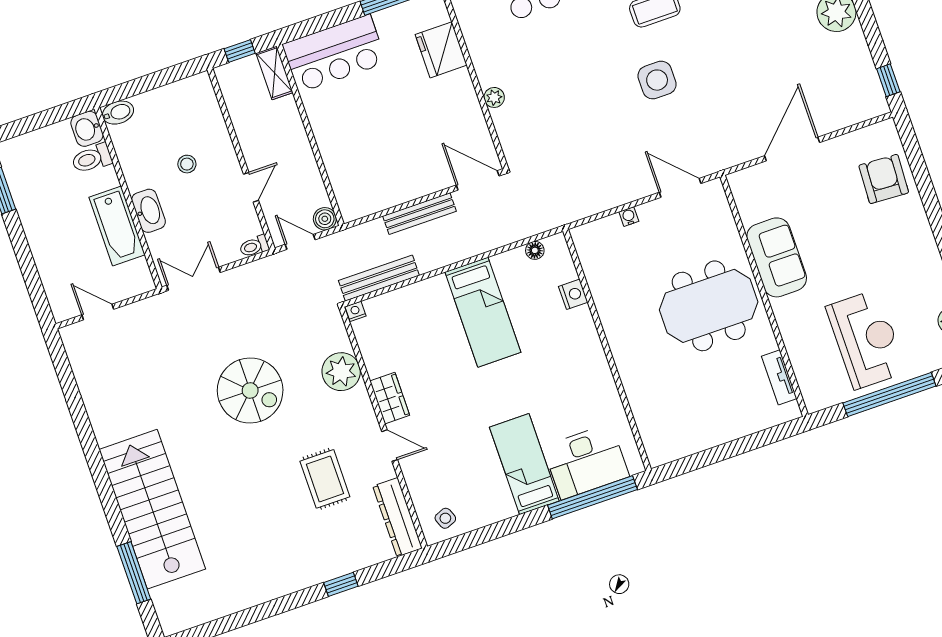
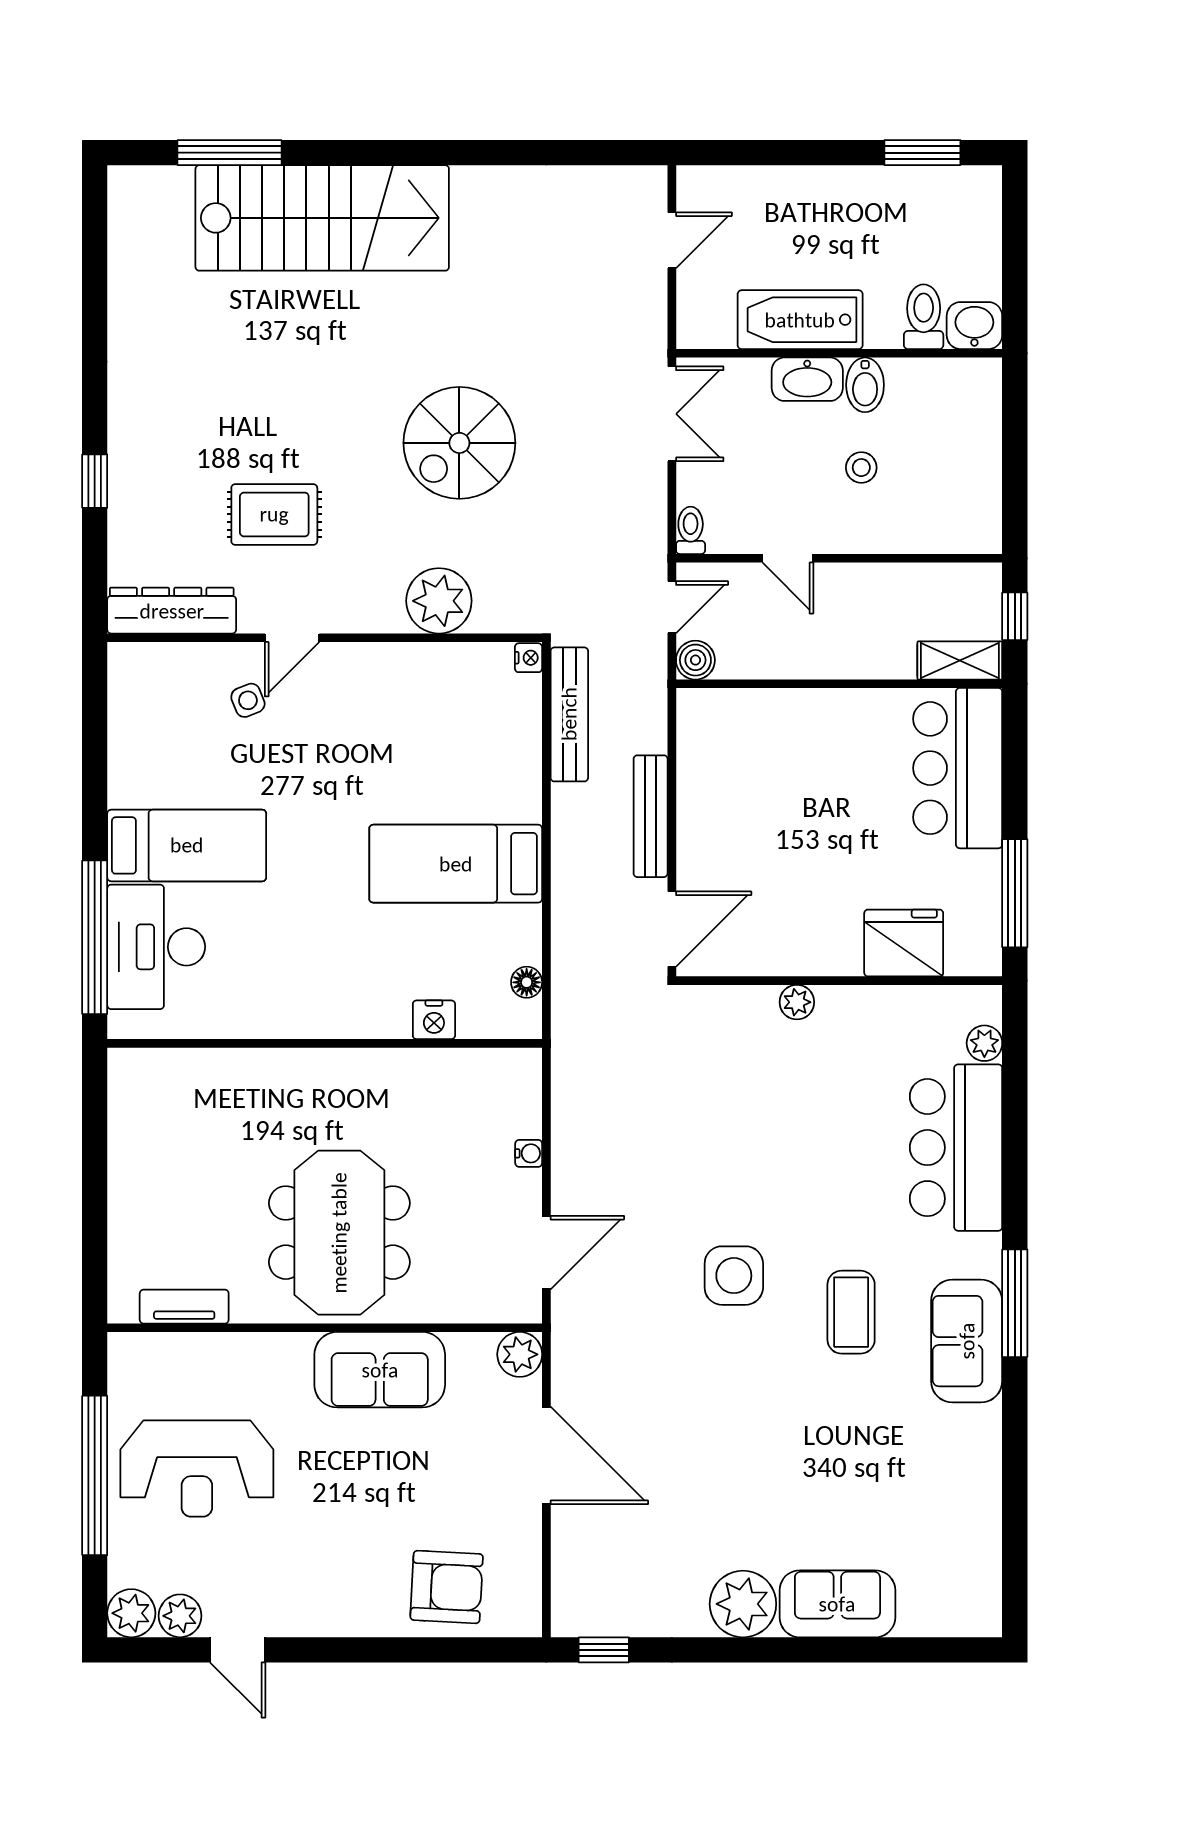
bidet: (118, 113) -> (865, 385), moved
plant: (741, 183) -> (520, 1354), added
wardrobe: (390, 398) -> (369, 665), removed
side table: (445, 518) -> (248, 700), moved

